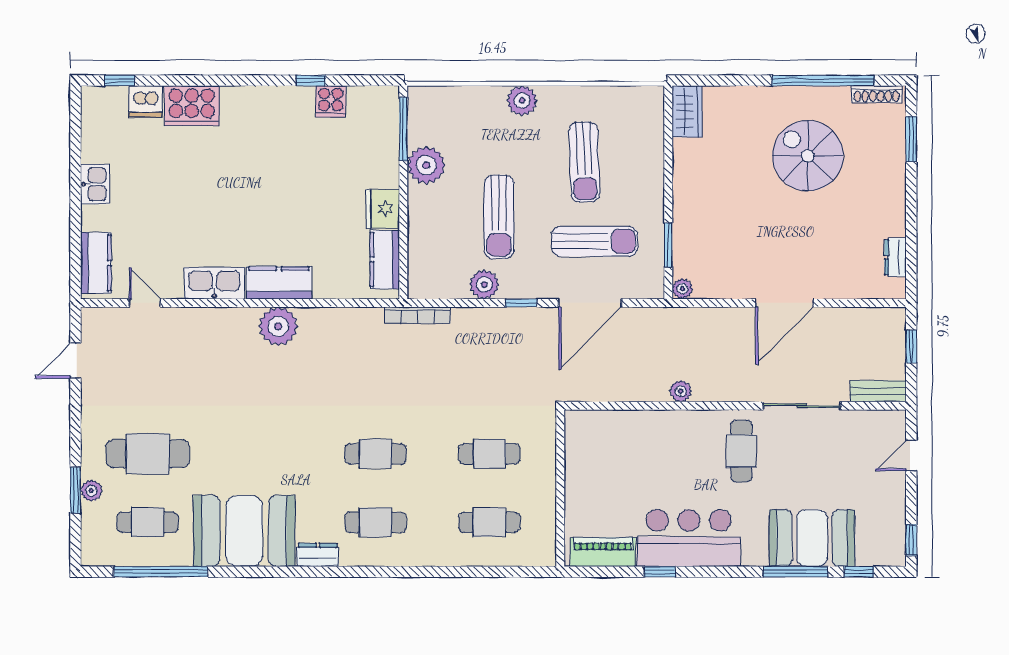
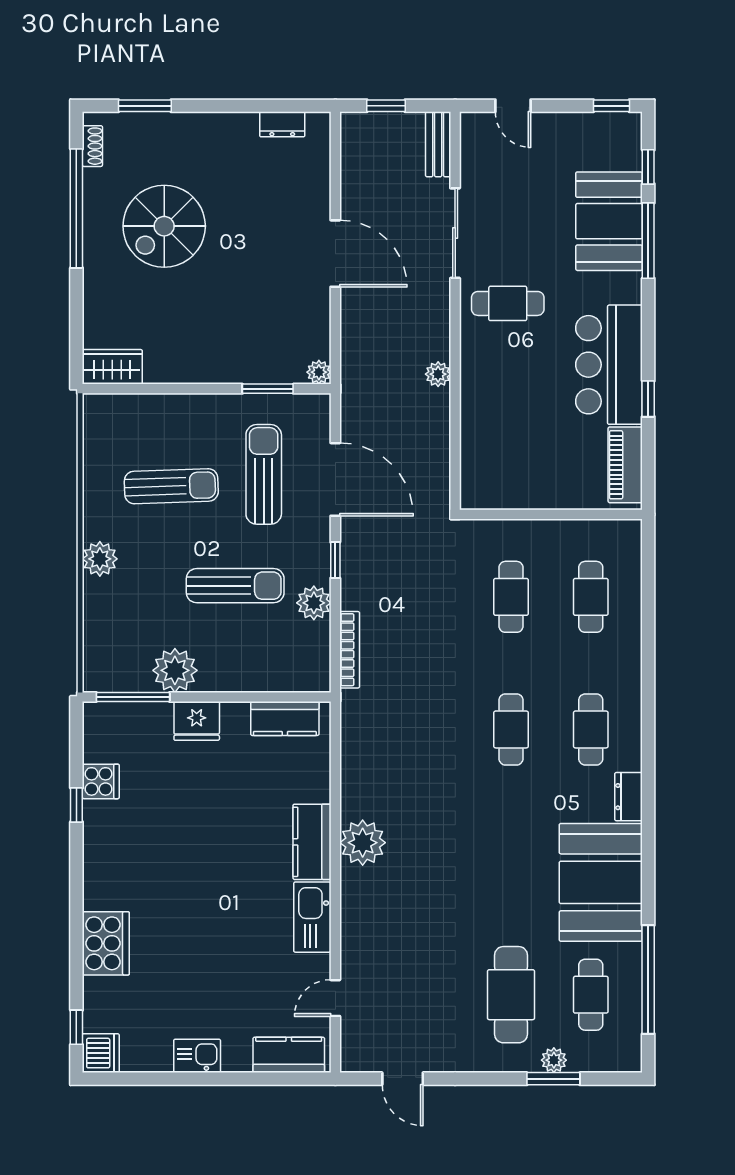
shoe rack: (877, 94) -> (92, 146), width x0.70
dishwasher: (146, 101) -> (101, 1053), moved
fridge: (383, 209) -> (197, 721), moved
bookcase: (417, 315) -> (350, 650), moved

